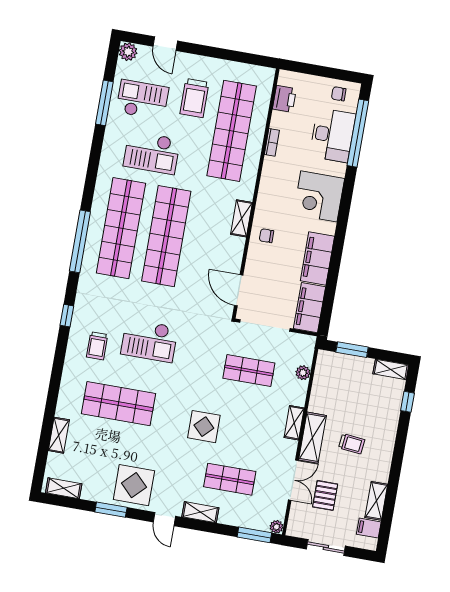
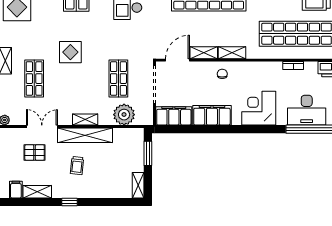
shelving: (235, 255) -> (204, 53), added
plant: (303, 373) -> (124, 115), width x1.87, depth x1.87
window: (407, 402) -> (69, 202), moved
shelving: (312, 438) -> (85, 135), width x1.47
double door: (293, 480) -> (42, 126), swing flipped

